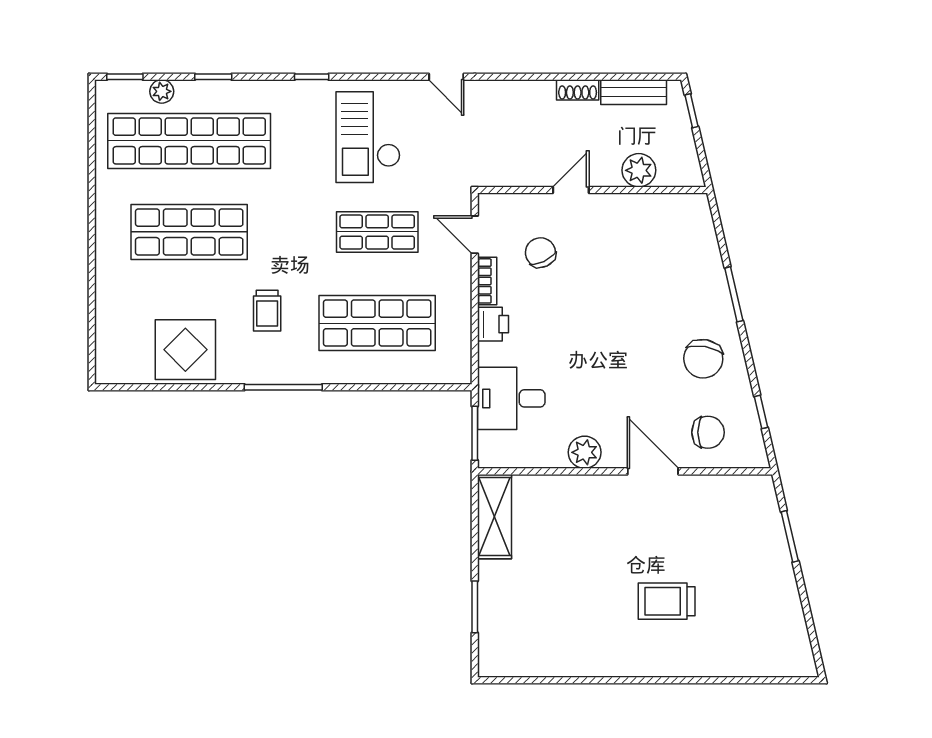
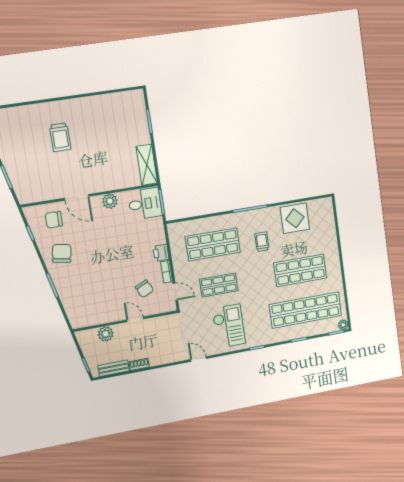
plant: (162, 91) -> (343, 325), moved
door: (571, 190) -> (135, 319), swing flipped
desk: (511, 398) -> (145, 204), moved
trolley: (667, 601) -> (60, 137), turned 90

